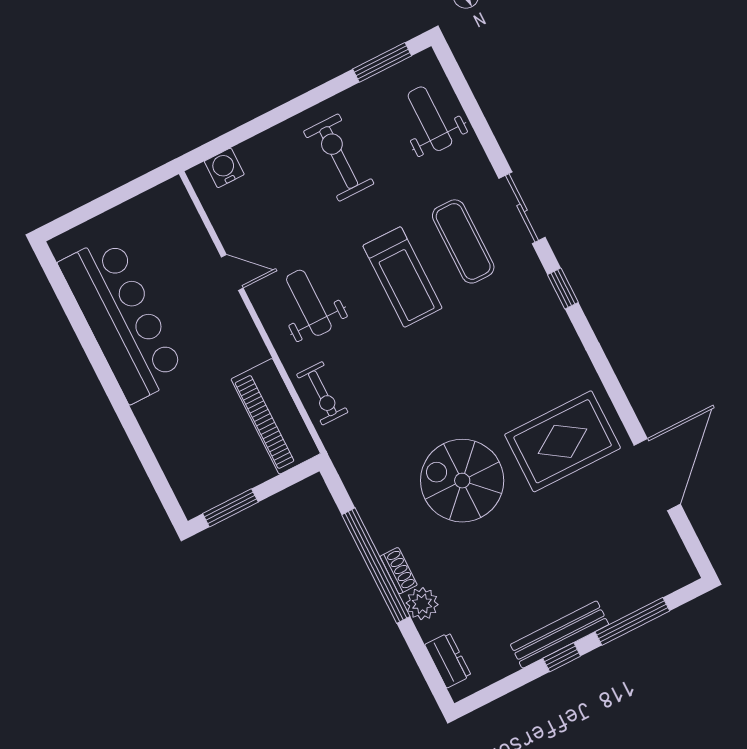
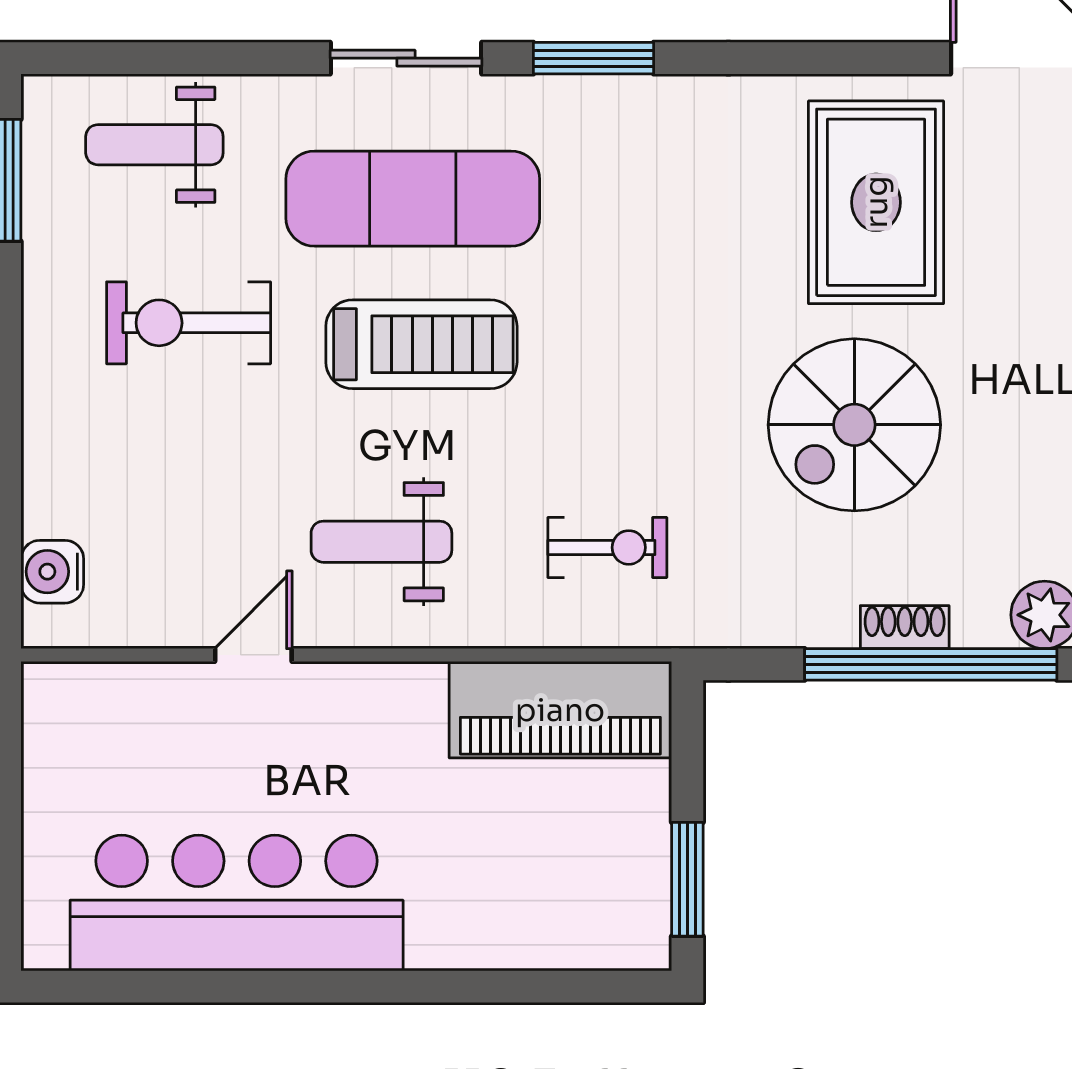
exercise bike: (339, 158) -> (189, 323), moved
exercise mat: (463, 241) -> (413, 199), width x1.36, depth x1.45
window: (563, 288) -> (593, 58), width x1.50
exercise bike: (322, 393) -> (607, 547), moved
shoe rack: (399, 571) -> (905, 627), moved

